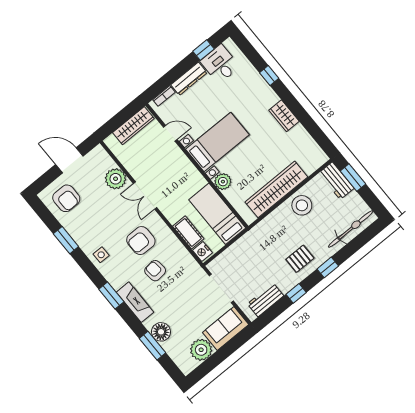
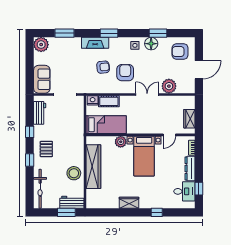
wardrobe: (133, 126) -> (189, 119), width x0.67
floor lamp: (161, 332) -> (151, 44), moved
plant: (201, 350) -> (41, 45), moved

